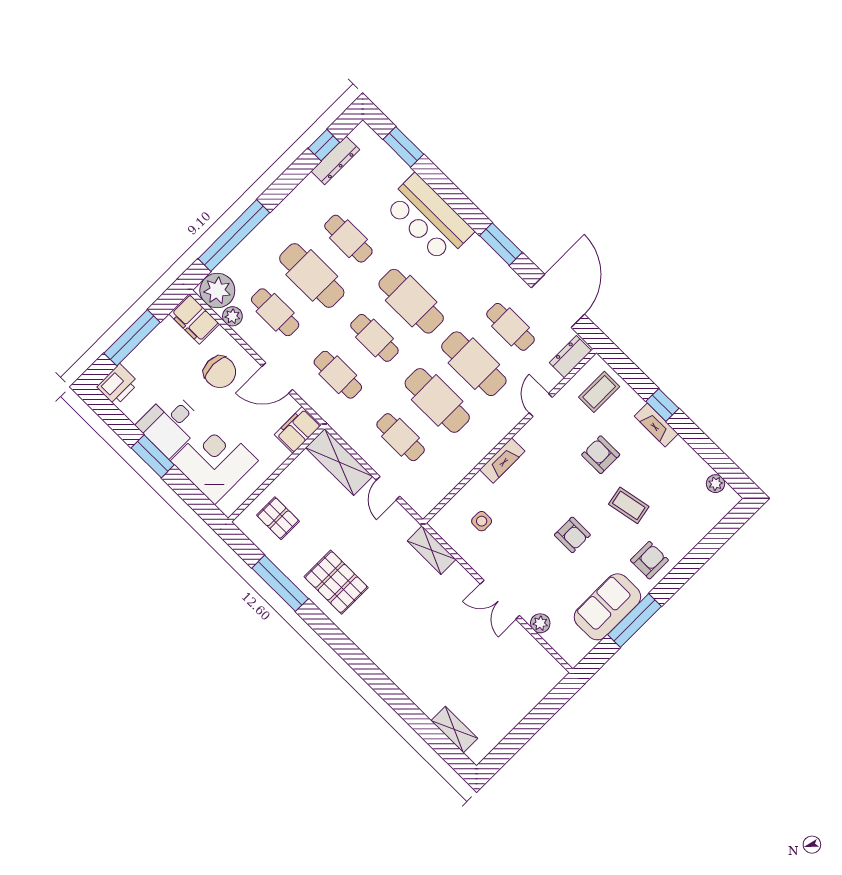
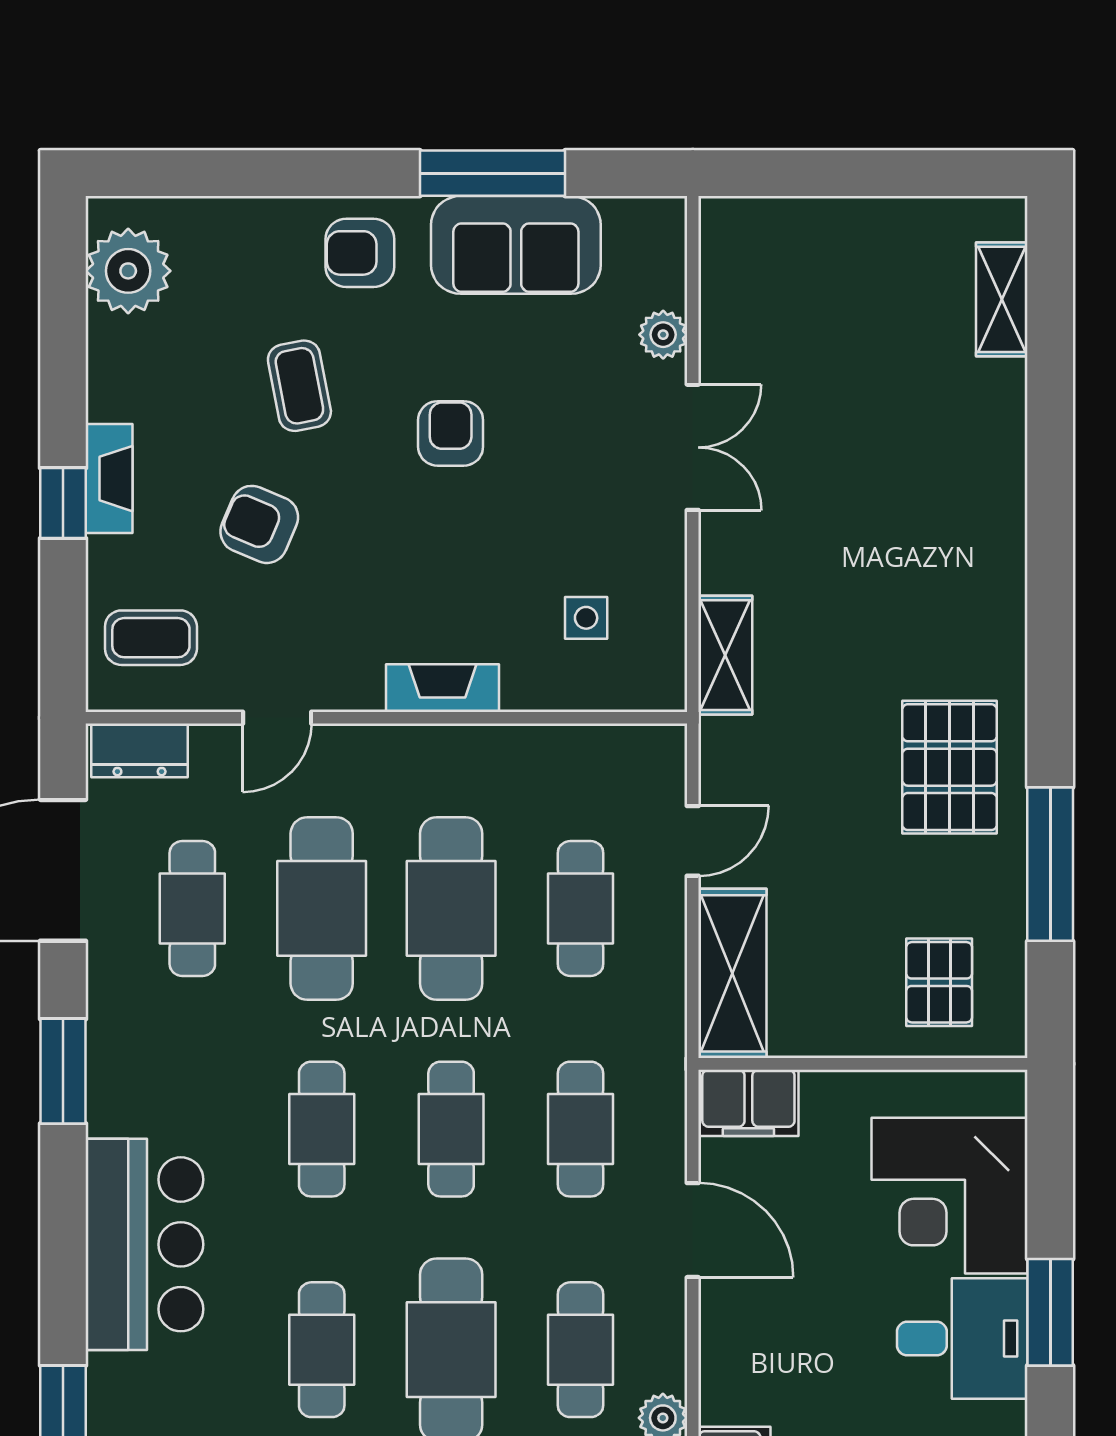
cafe table: (411, 301) -> (322, 1129), width x0.73, depth x0.74
chair: (220, 372) -> (783, 1342), removed
armchair: (601, 455) -> (259, 524), turned 113
plant: (716, 484) -> (128, 271), width x1.87, depth x1.87

